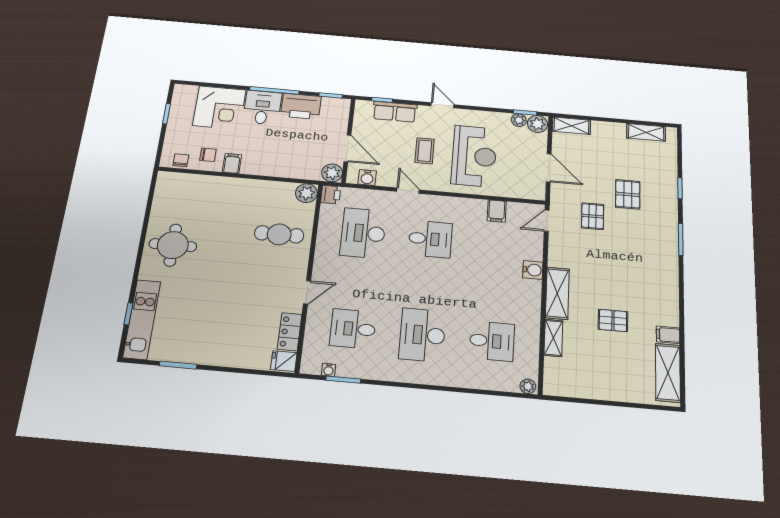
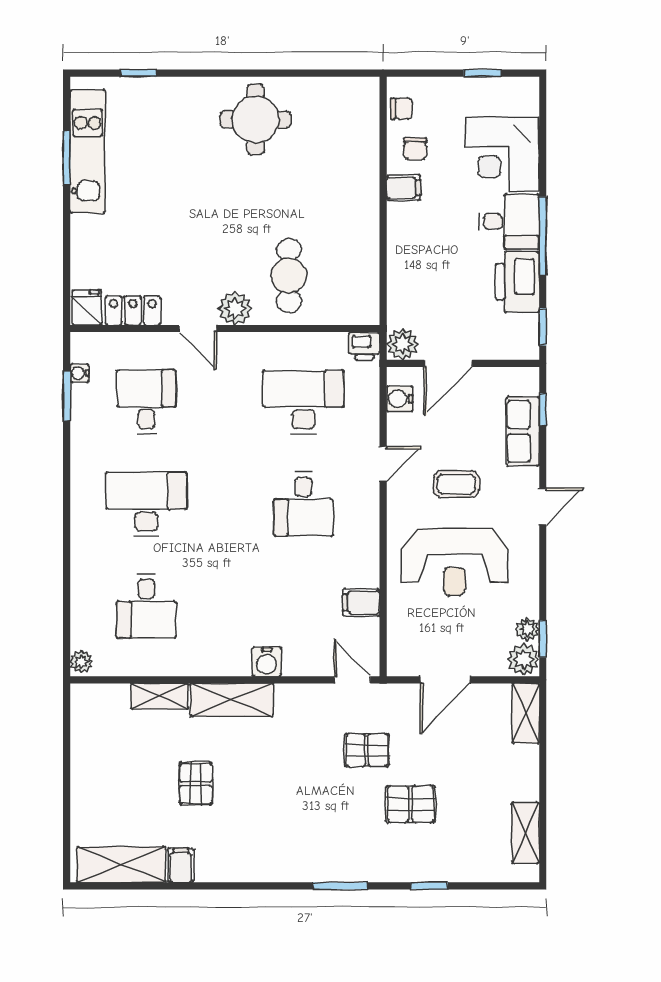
plant: (306, 193) -> (235, 308), moved
kitchen unit: (142, 319) -> (88, 151), moved, turned -90

